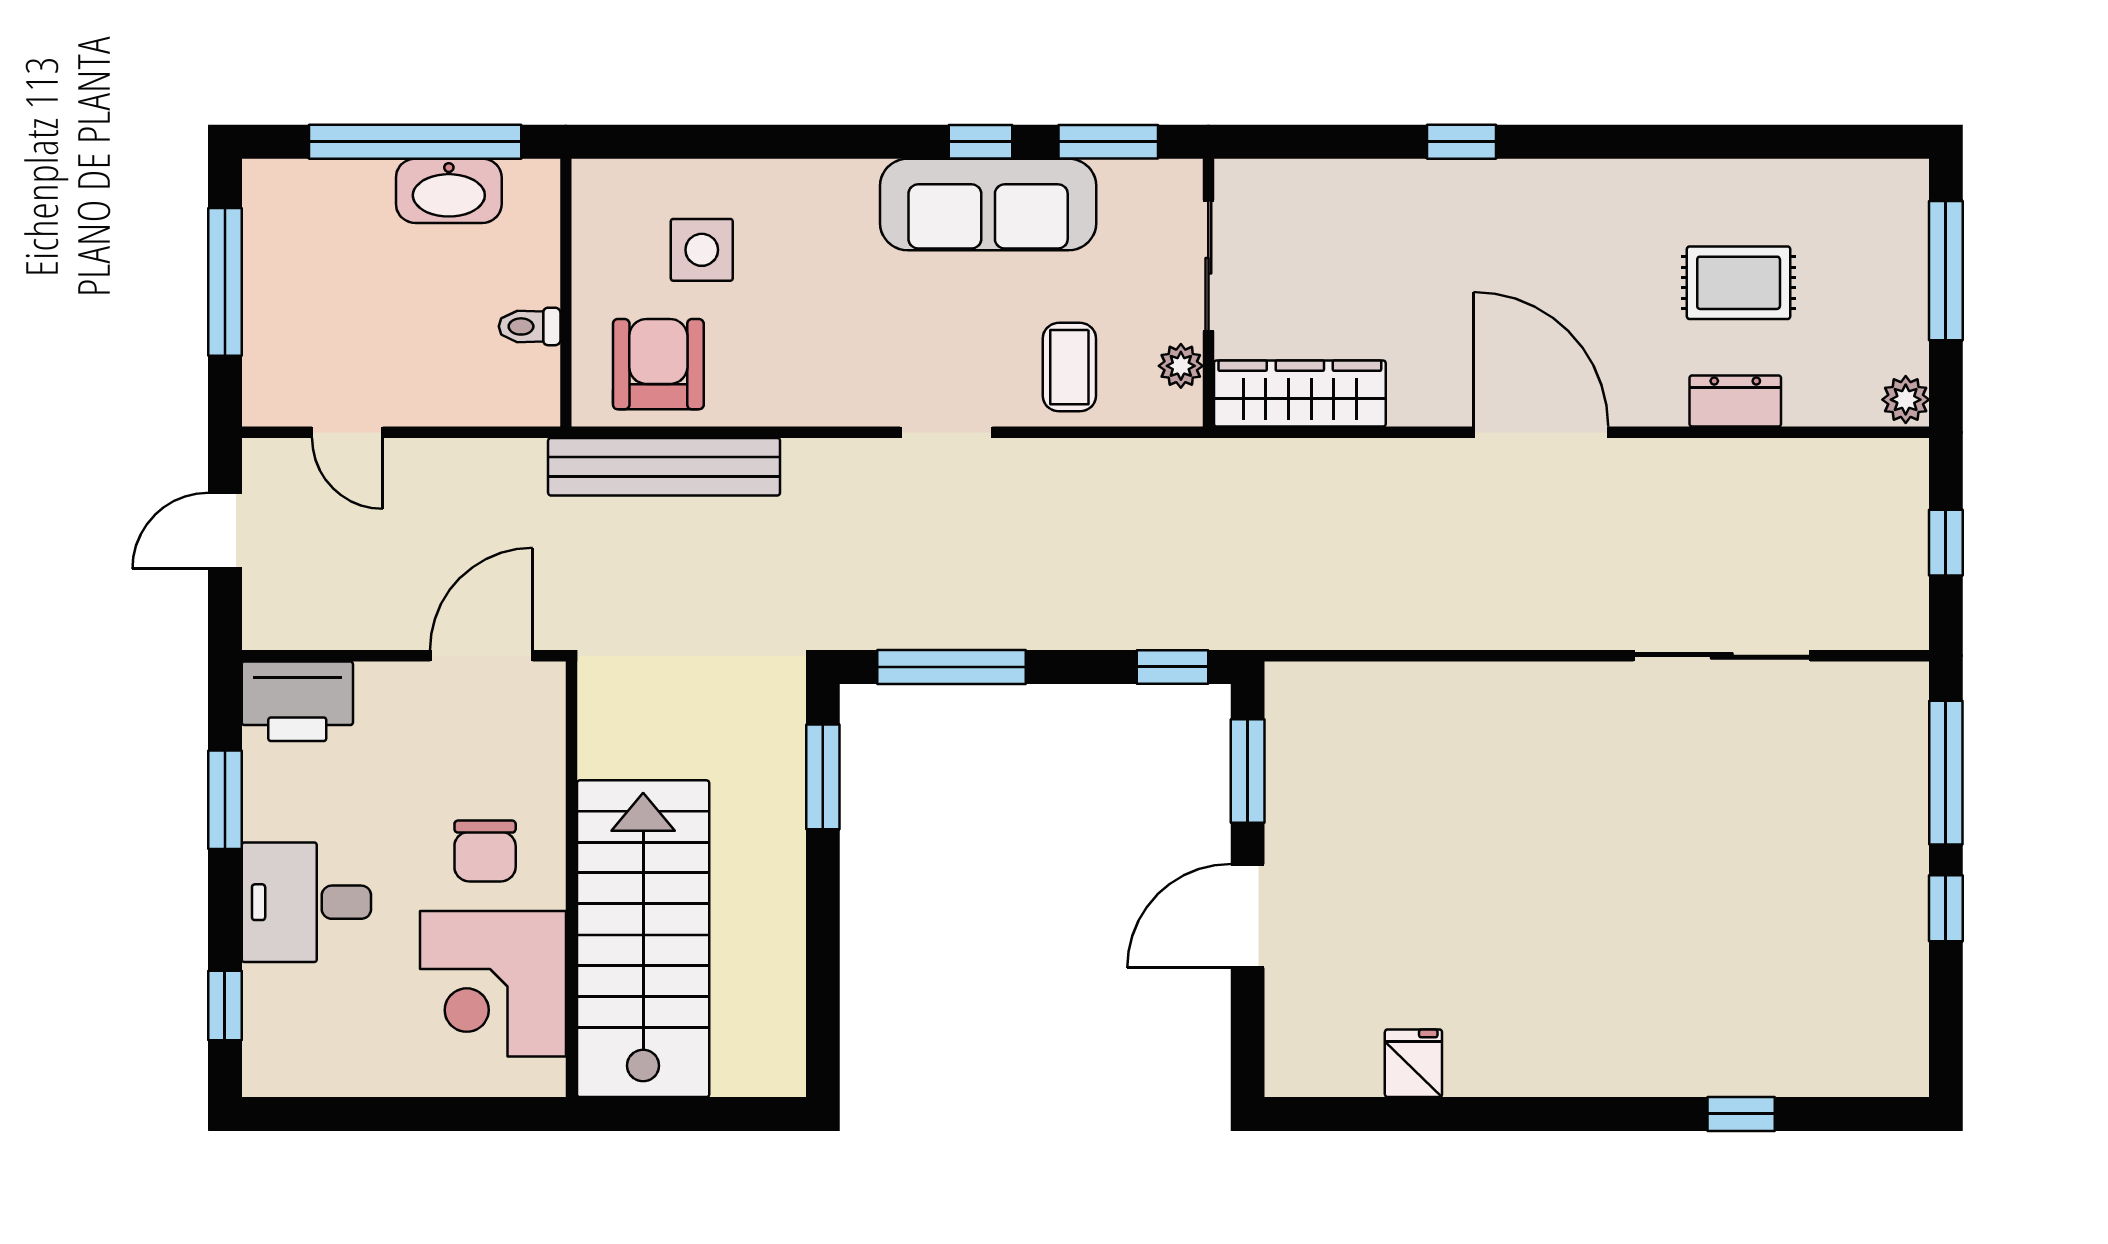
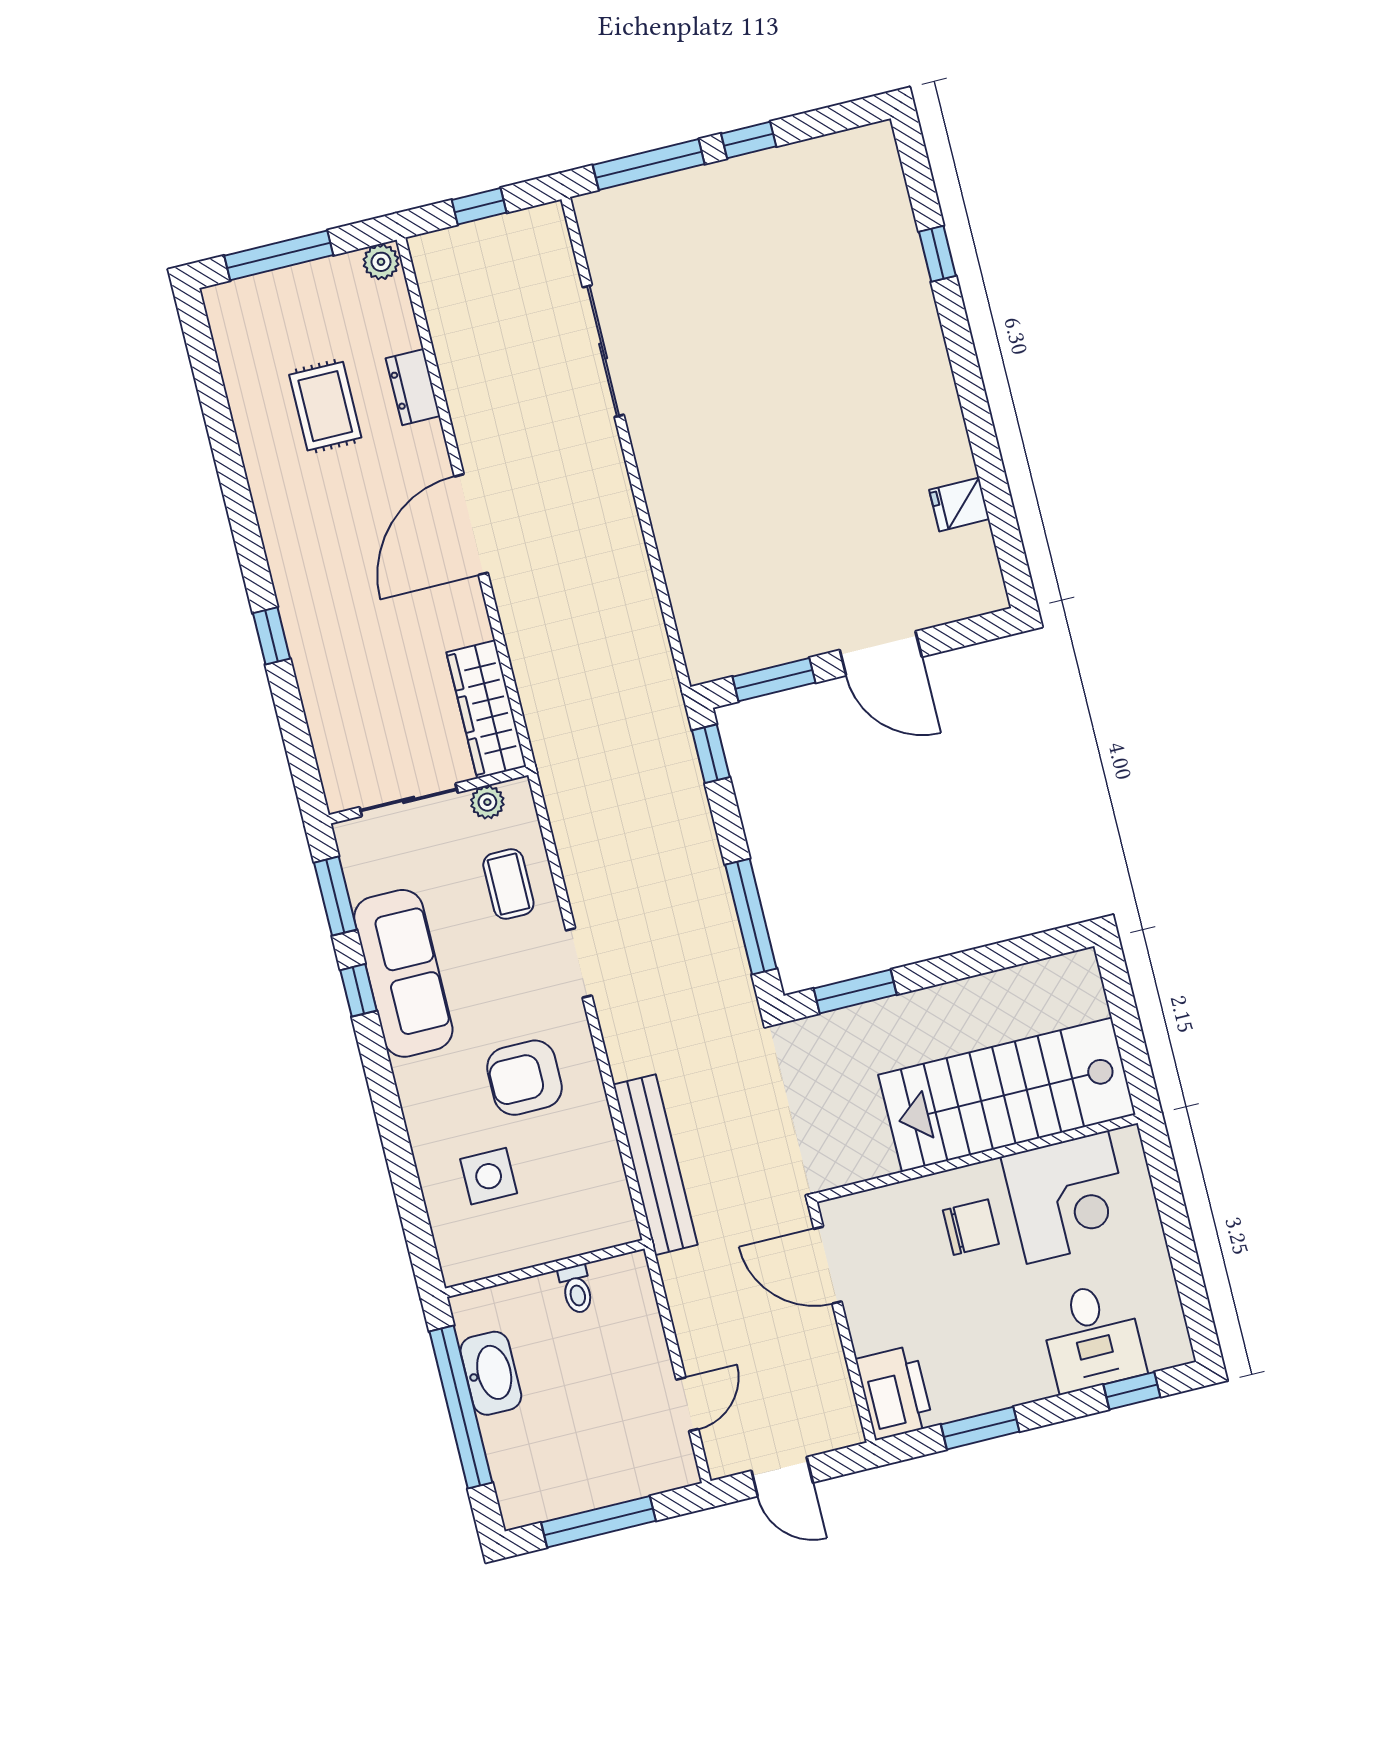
armchair: (658, 364) -> (524, 1078), moved
coffee table: (1069, 367) -> (508, 884), turned 90
desk: (306, 902) -> (1092, 1337), moved

